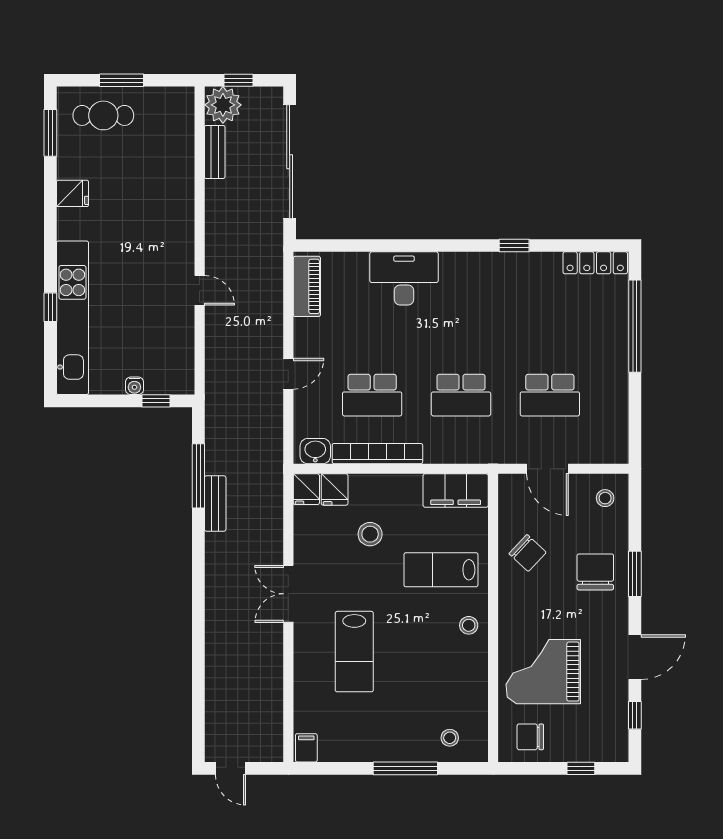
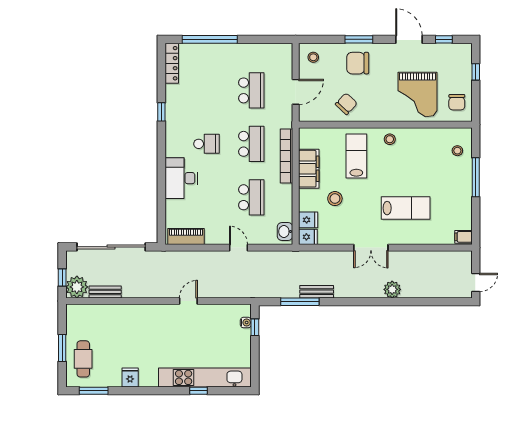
school desk: (461, 320) -> (206, 144), added
water cooler: (134, 386) -> (246, 323), moved
bookcase: (377, 454) -> (286, 156), moved
filing cabinet: (456, 490) -> (309, 169), moved
lab bench: (441, 570) -> (356, 156), turned 180
plant: (219, 629) -> (392, 289), added

